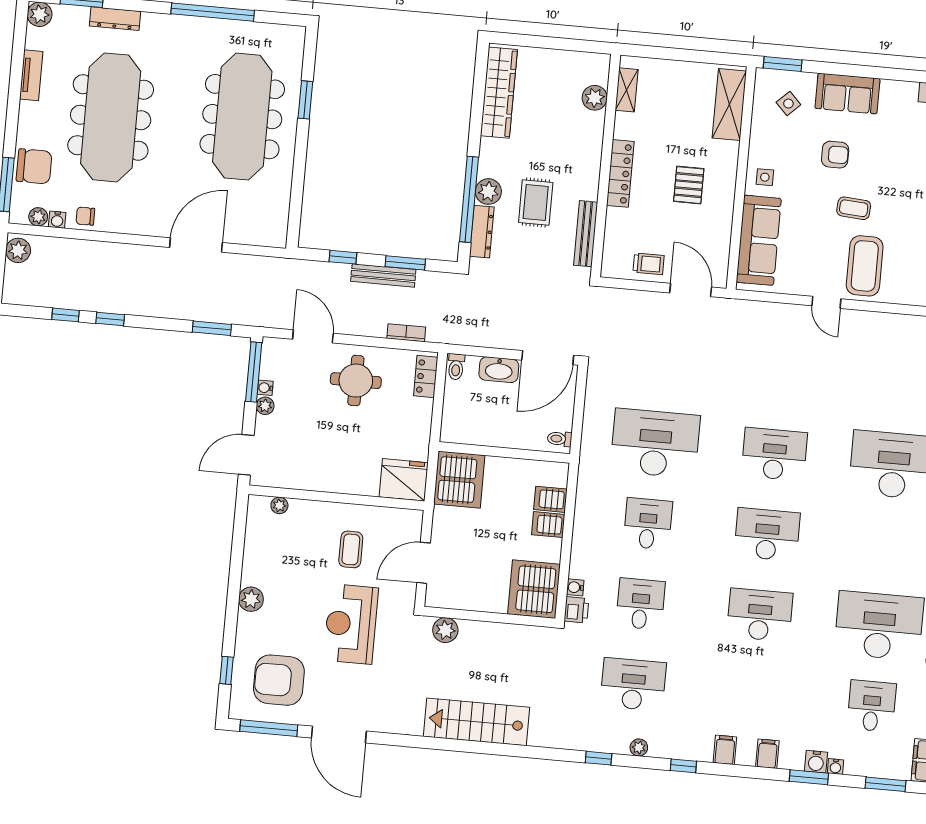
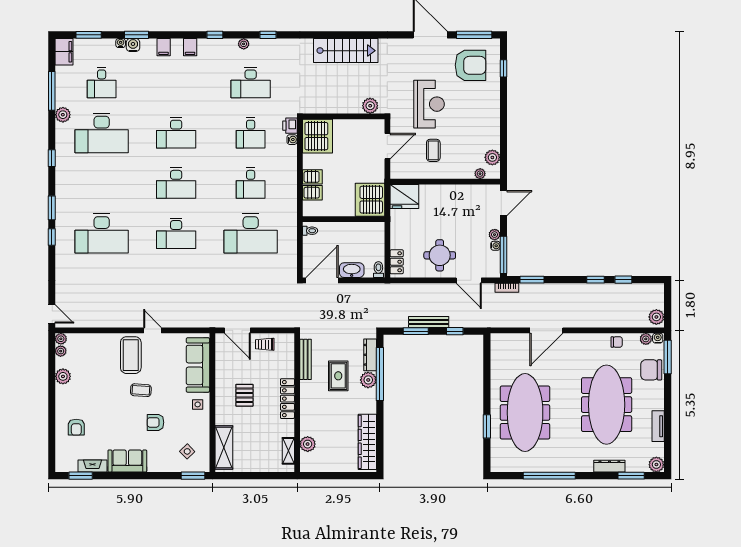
sofa: (847, 93) -> (127, 461), moved
water cooler: (57, 220) -> (658, 338), moved
bookcase: (406, 333) -> (507, 288), moved
plant: (251, 599) -> (492, 157), moved

